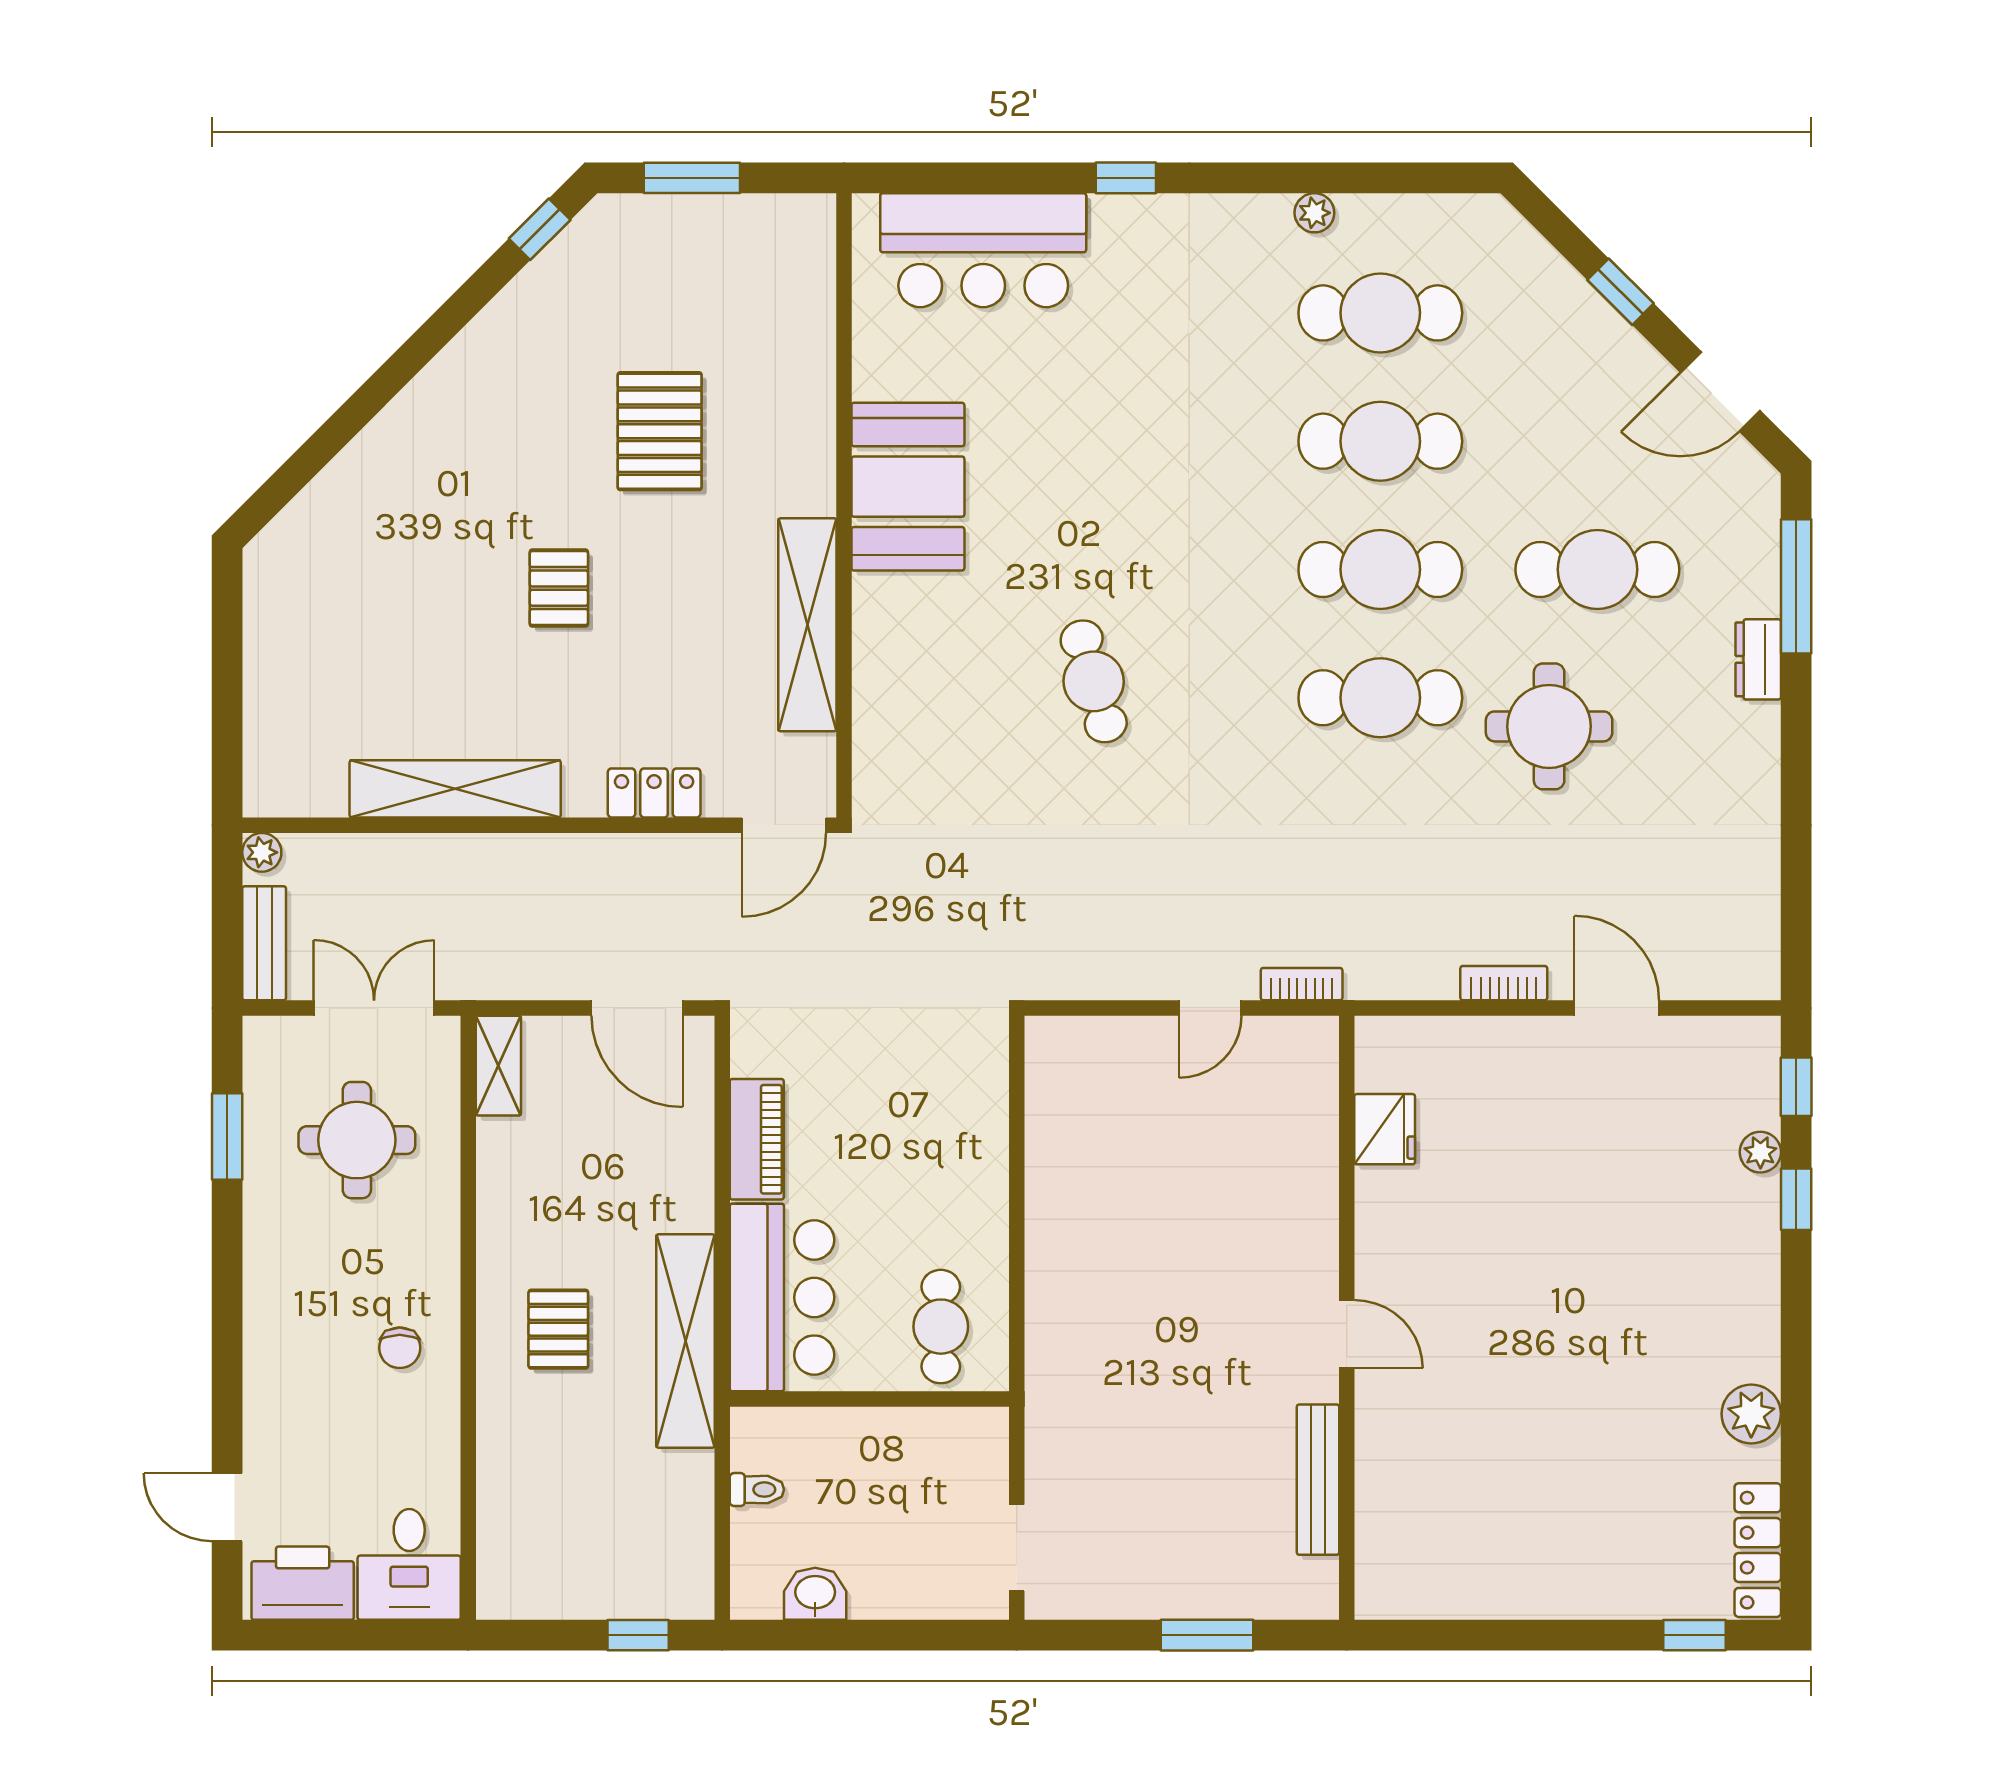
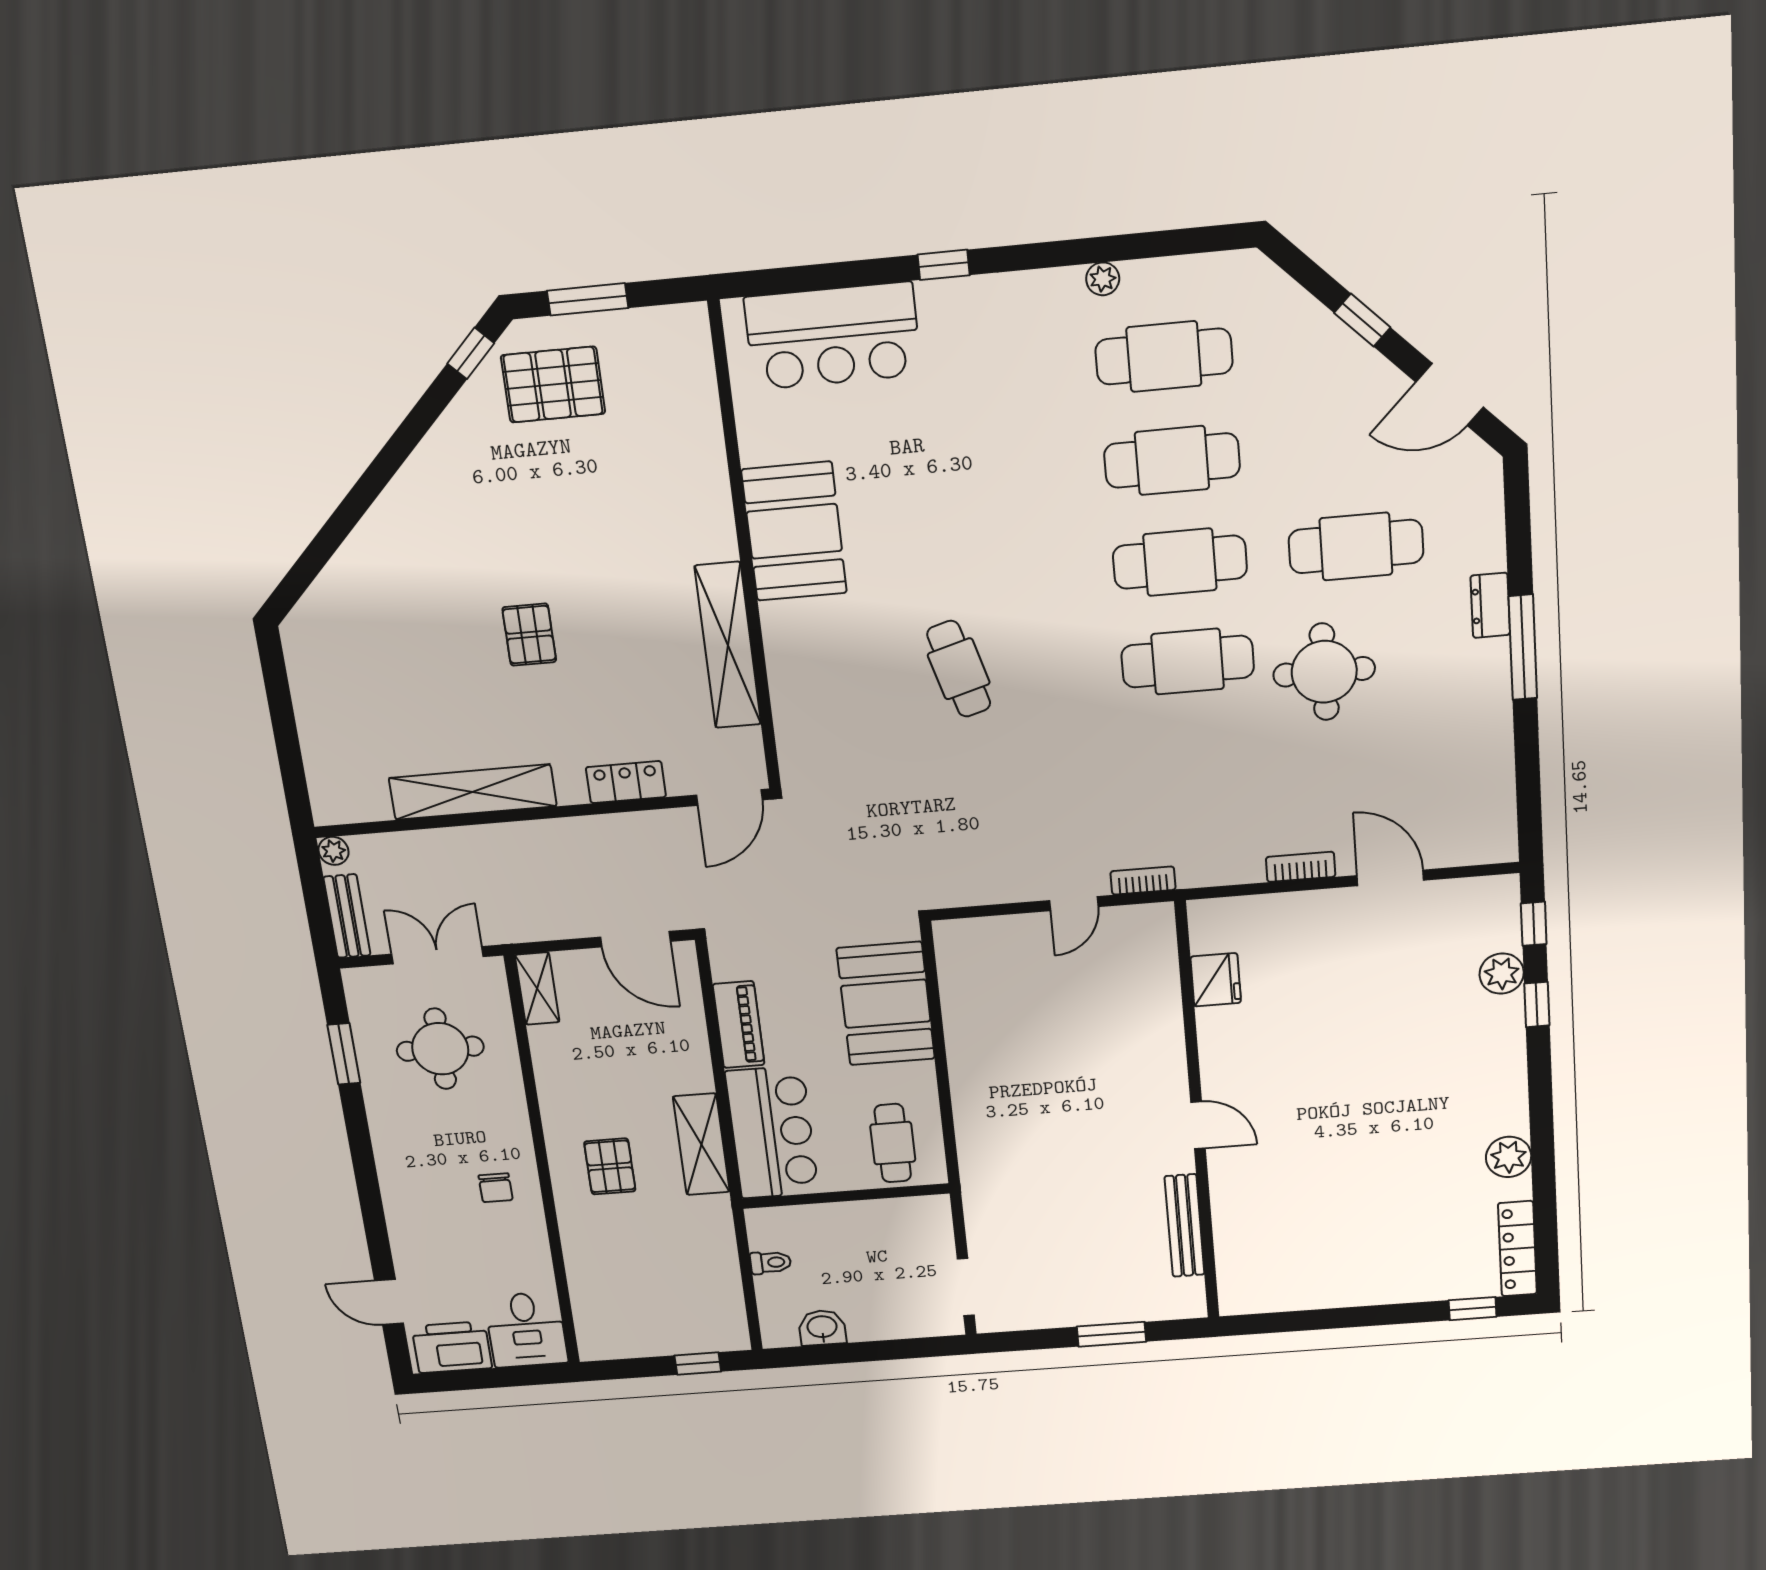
pallet: (660, 431) -> (553, 385), moved, turned 90
window: (1796, 586) -> (1523, 647), moved
booth: (953, 1126) -> (886, 1004), added
plant: (1760, 1152) -> (1502, 974), width x1.38, depth x1.38
shelving: (685, 1341) -> (701, 1144), width x0.68

